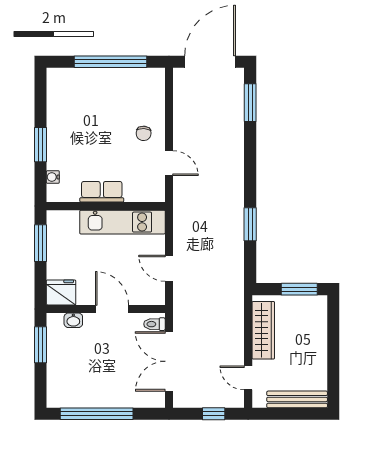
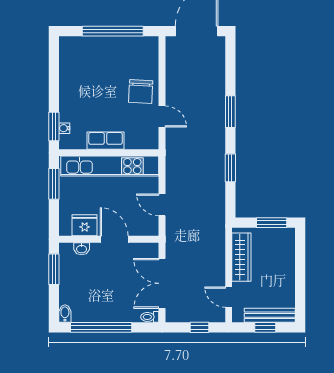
window: (250, 103) -> (230, 112), moved
chair: (144, 133) -> (141, 91), width x1.87, depth x1.87
window: (40, 145) -> (54, 126), moved
kitchen unit: (122, 222) -> (110, 166), width x1.36
fridge: (61, 292) -> (85, 225), moved
toilet: (154, 324) -> (150, 317), moved
bidet: (54, 397) -> (65, 314), added
window: (292, 414) -> (265, 327), added

